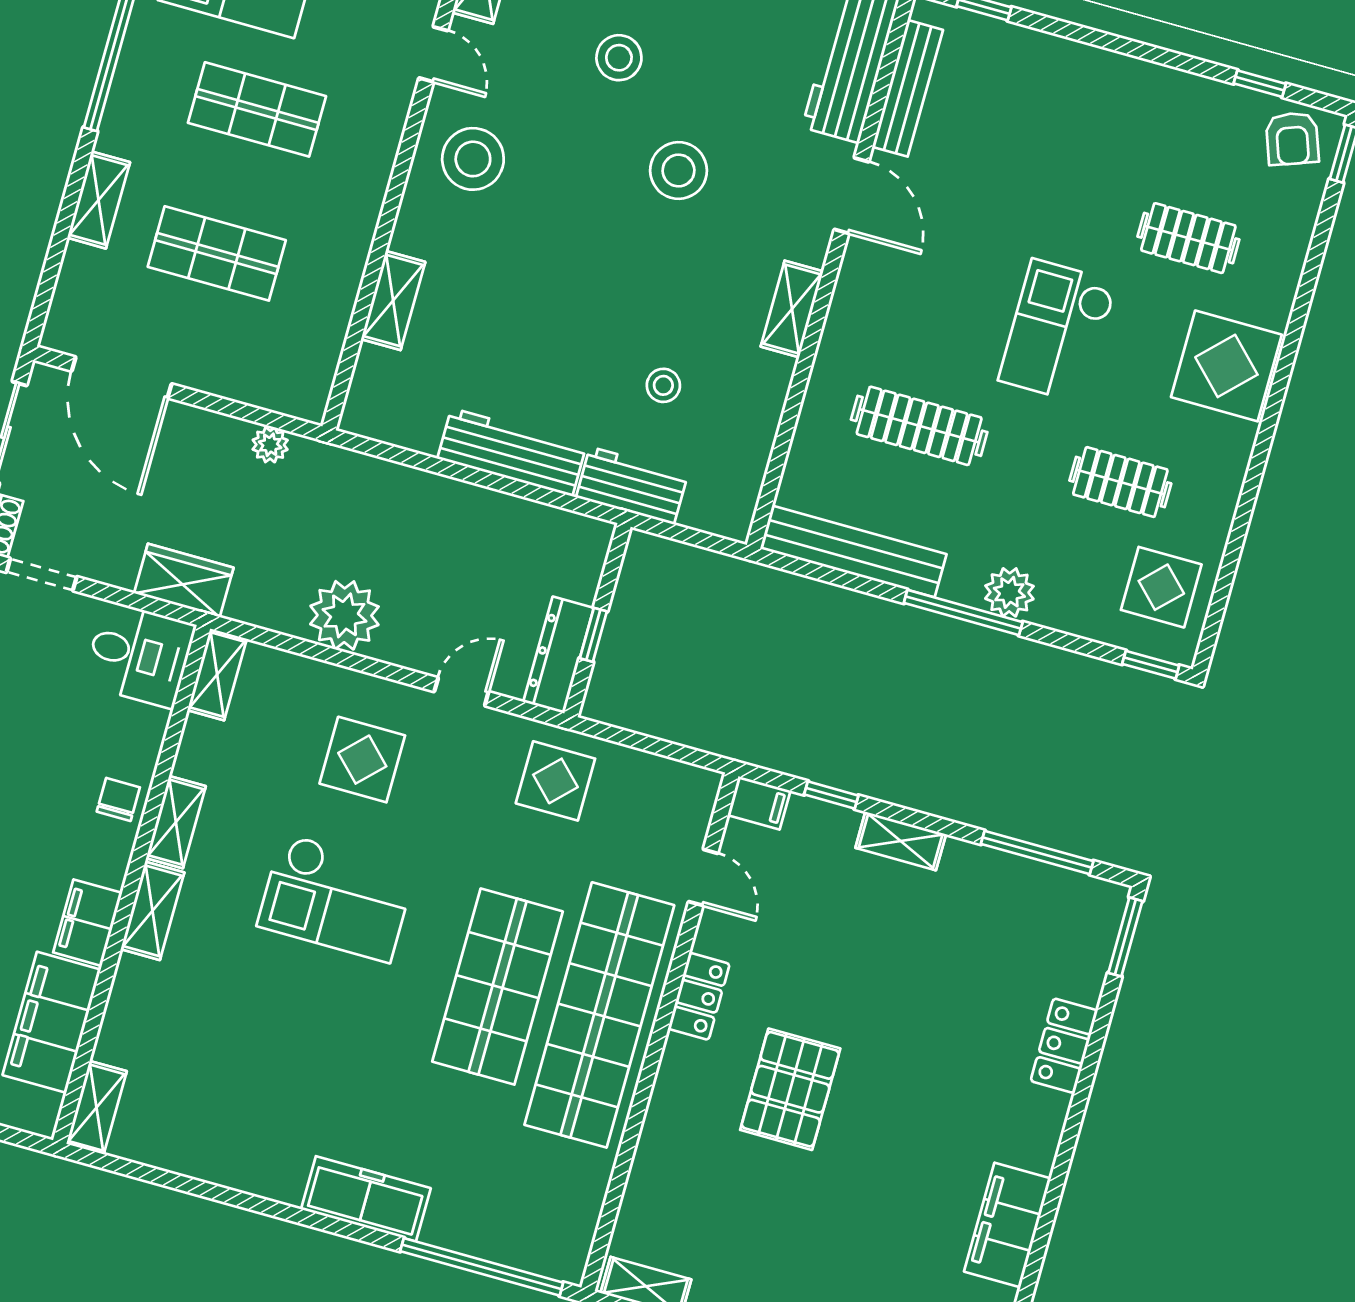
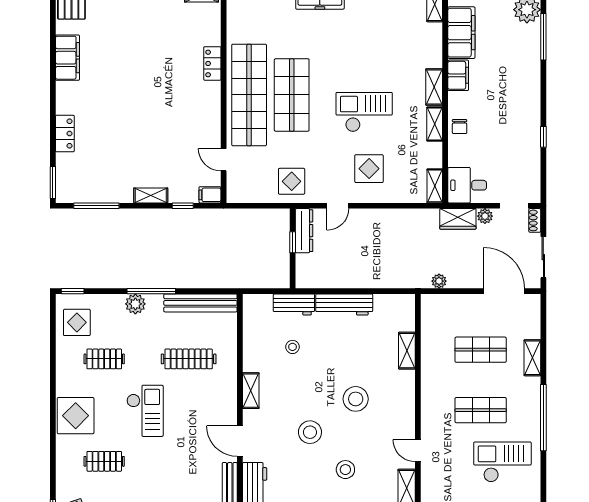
stool: (473, 159) -> (356, 399), moved
plant: (344, 615) -> (485, 216), moved, width x0.53, depth x0.53
locker: (699, 996) -> (212, 63), moved
pallet: (790, 1089) -> (167, 87), removed

